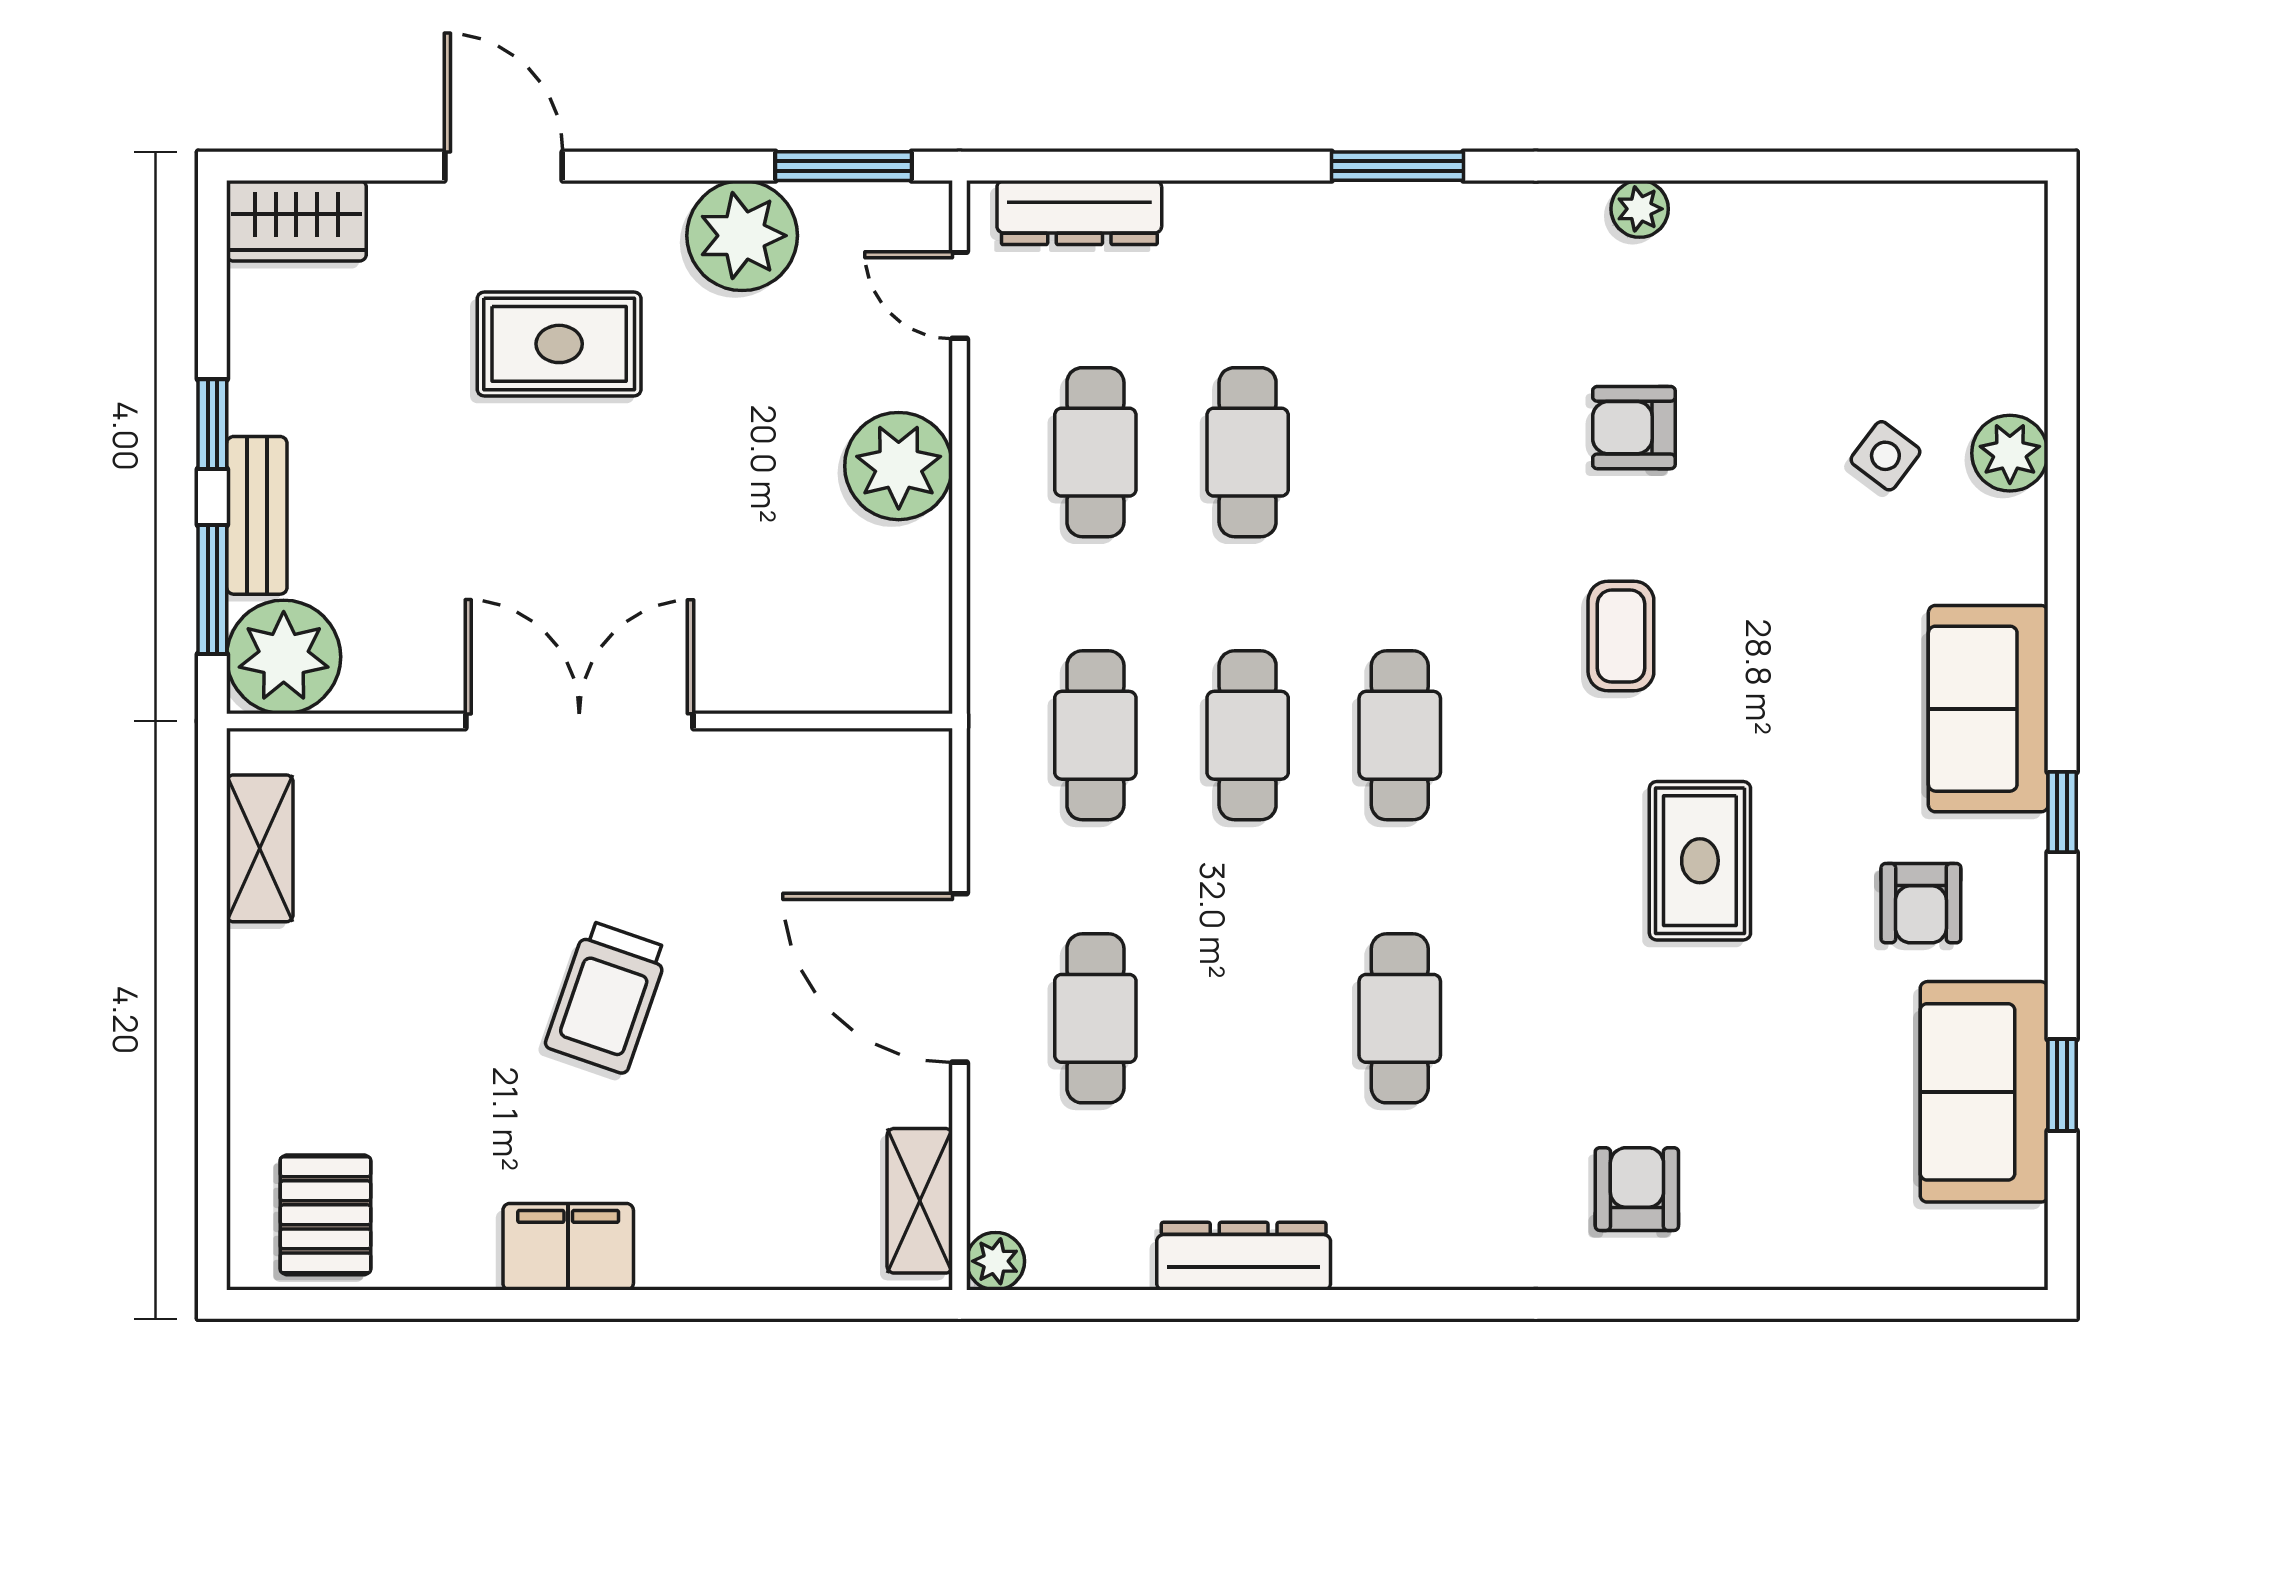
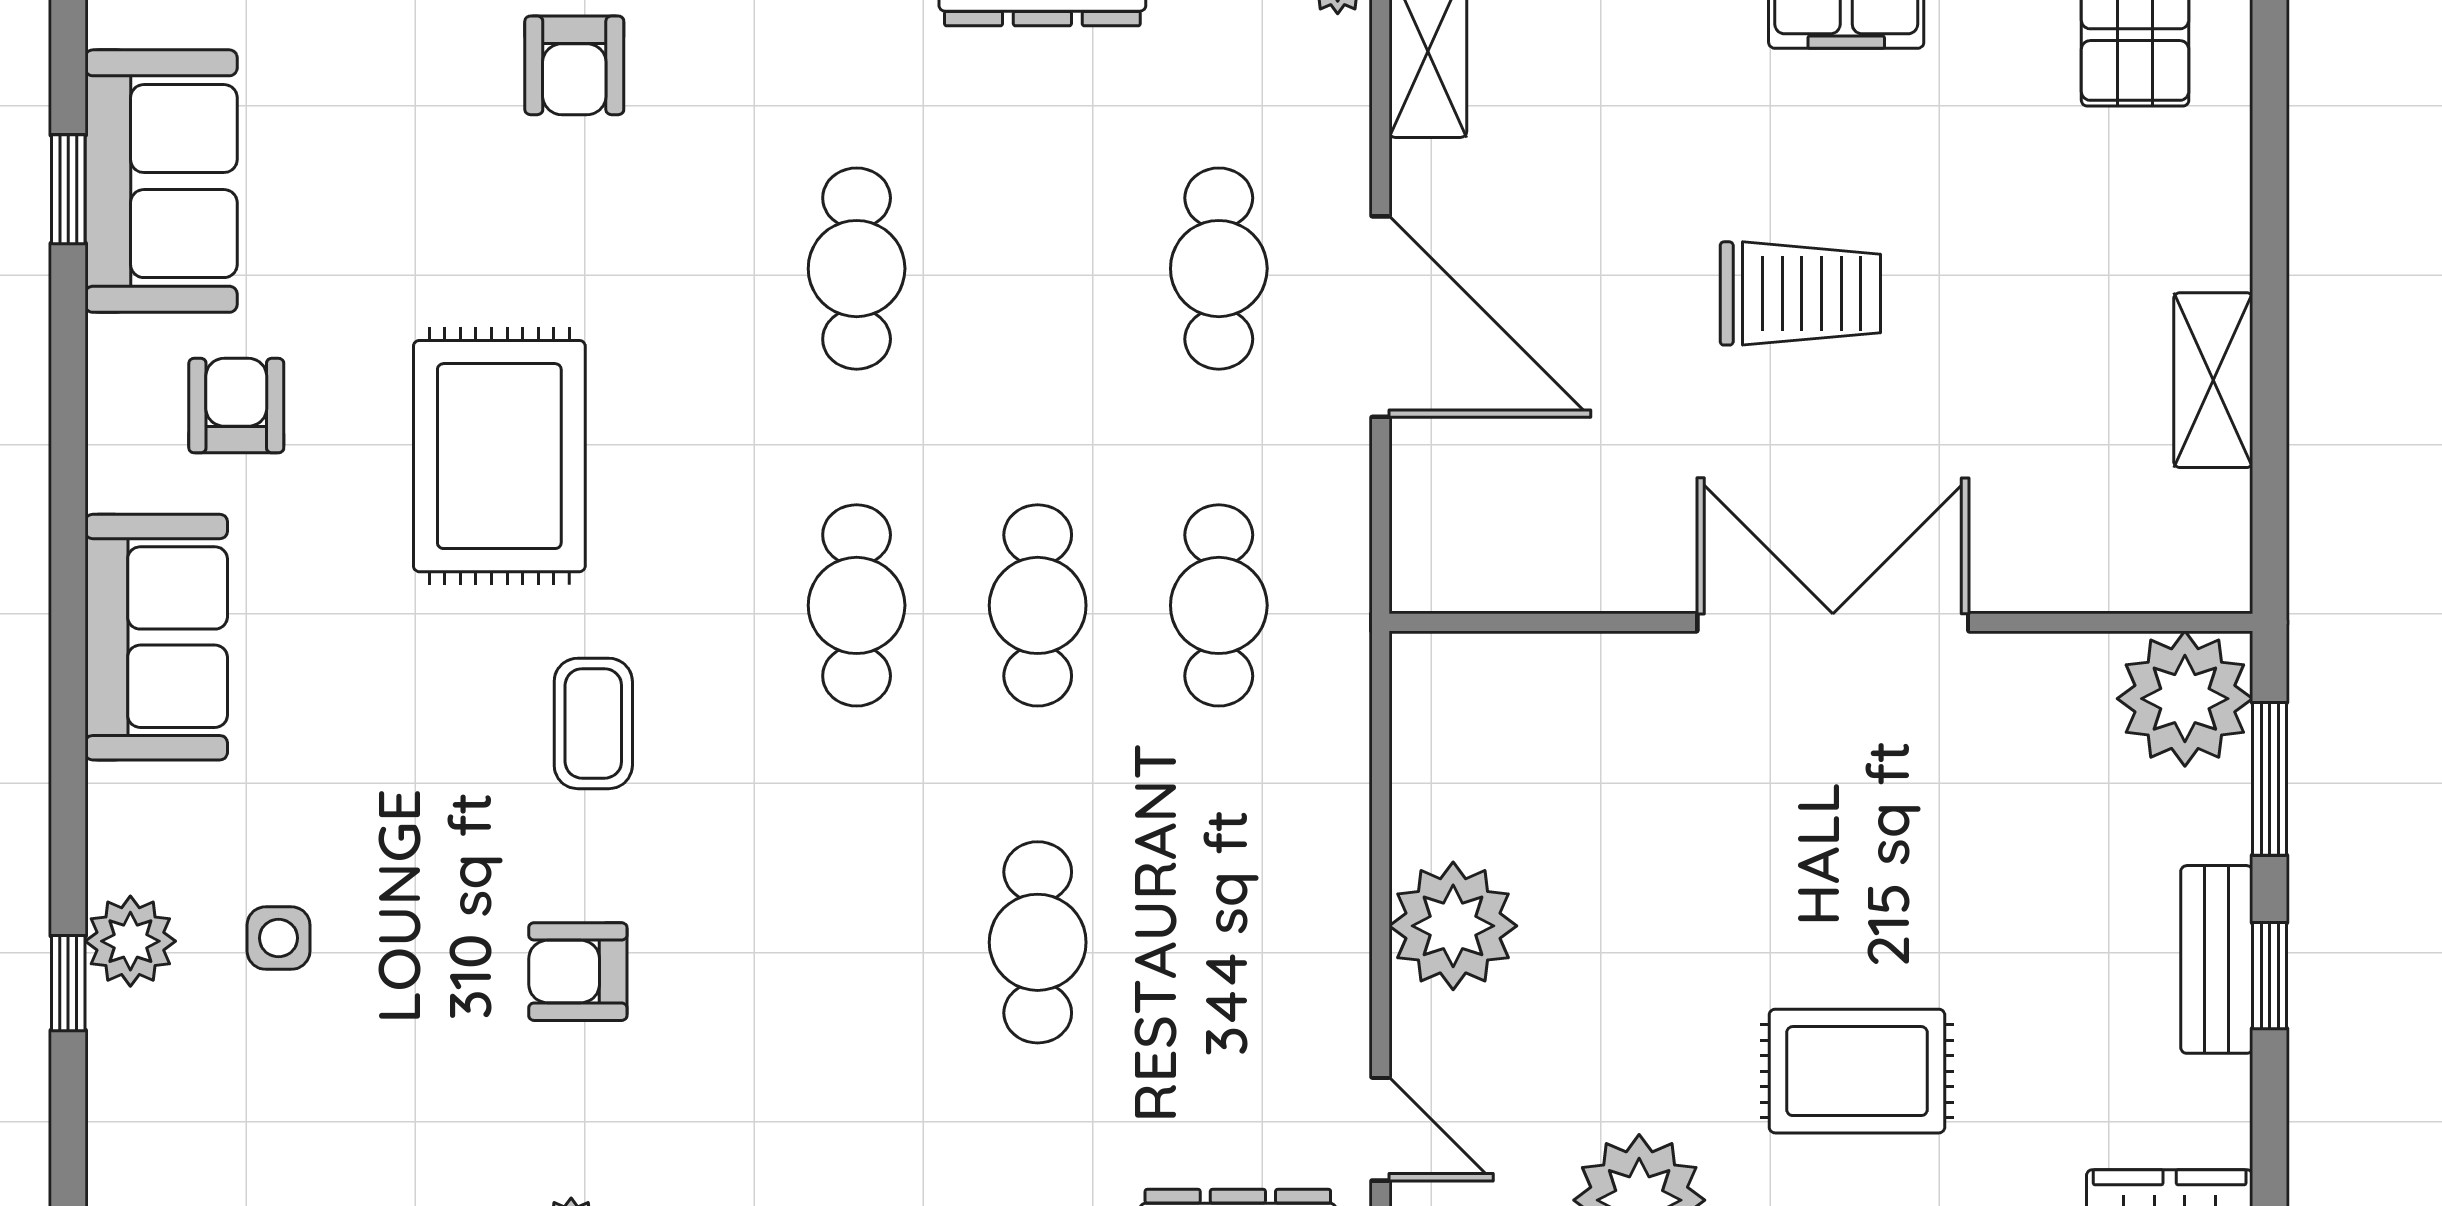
armchair: (1634, 428) -> (578, 972), turned 180
cafe table: (1095, 452) -> (1219, 942), removed
side table: (1885, 456) -> (279, 938), turned -37
bench: (257, 515) -> (2217, 959), moved
double door: (579, 721) -> (1833, 622), swing flipped
window: (2062, 812) -> (68, 983), moved
shelving: (260, 848) -> (2213, 380), moved
rug: (1700, 861) -> (499, 456), width x1.36, depth x1.43
trolley: (607, 997) -> (1800, 293), turned 71

